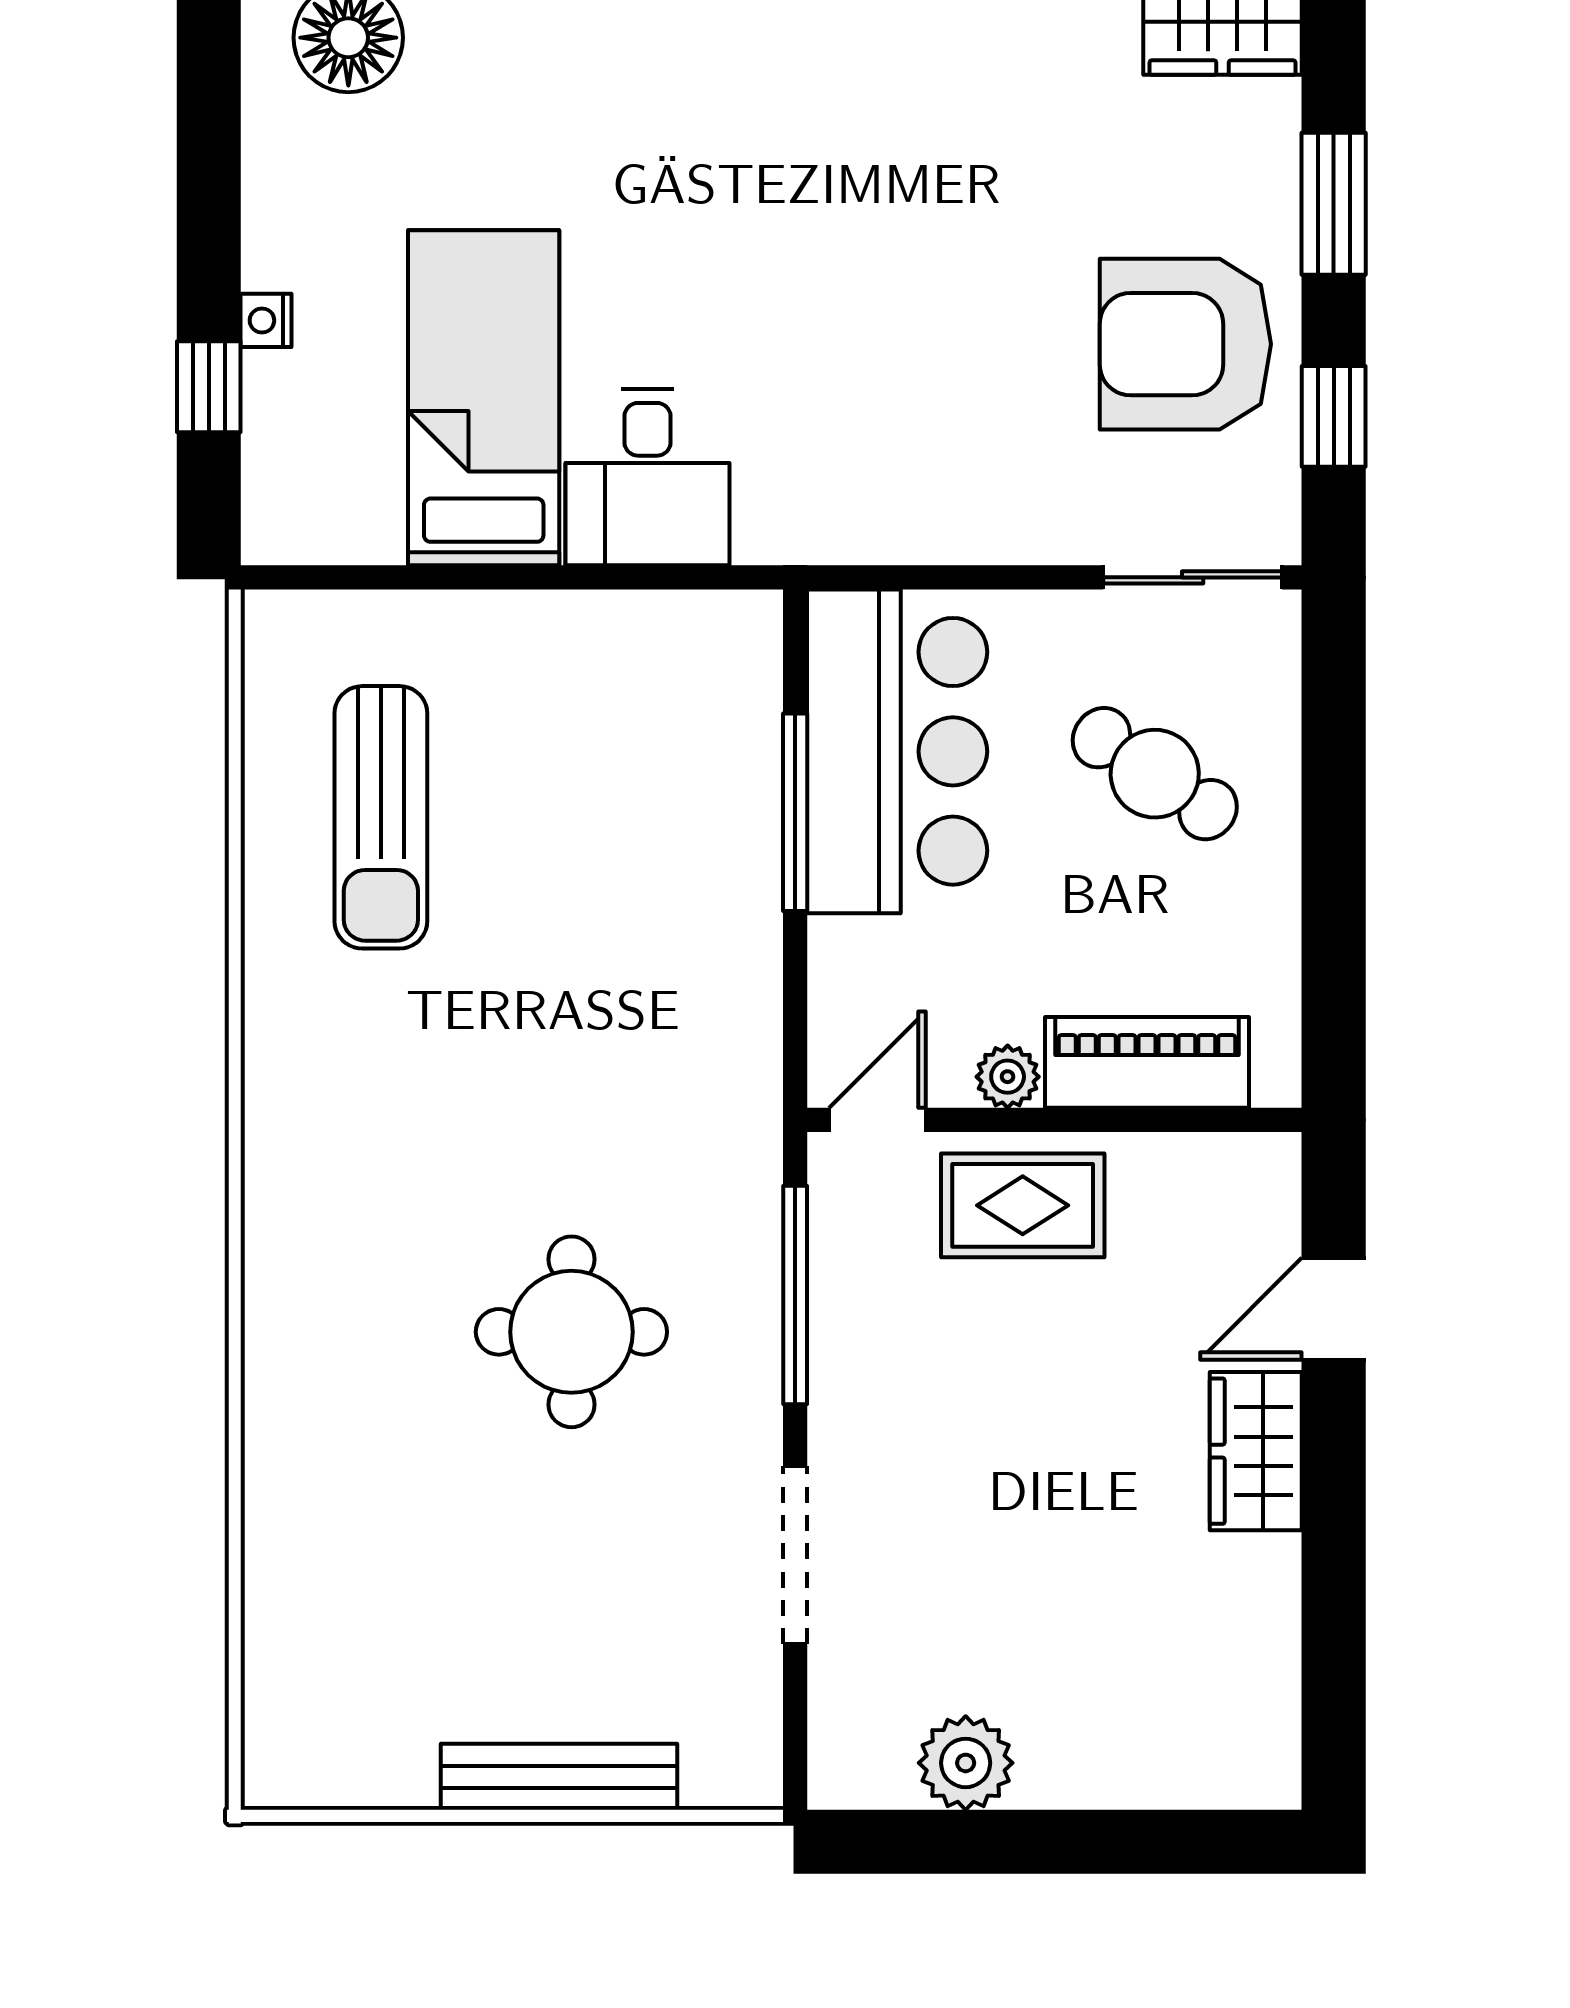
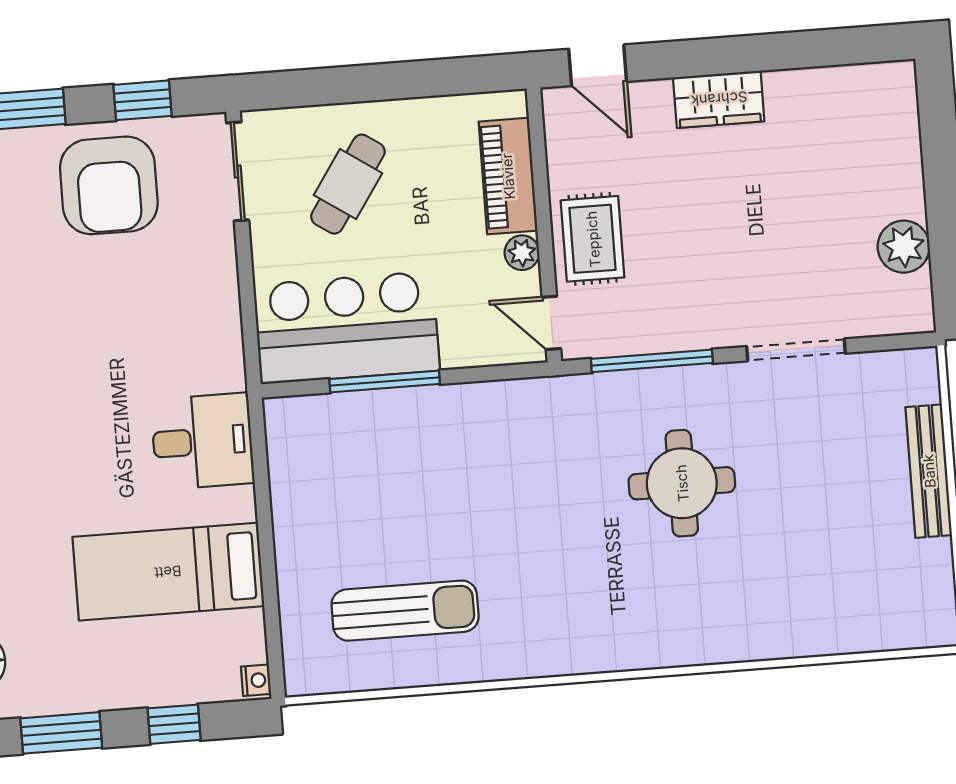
window: (209, 183) -> (61, 733), added
nightstand: (266, 320) -> (256, 680), moved, turned -90
desk: (647, 477) -> (203, 441), moved
door: (1334, 1309) -> (598, 65), moved

